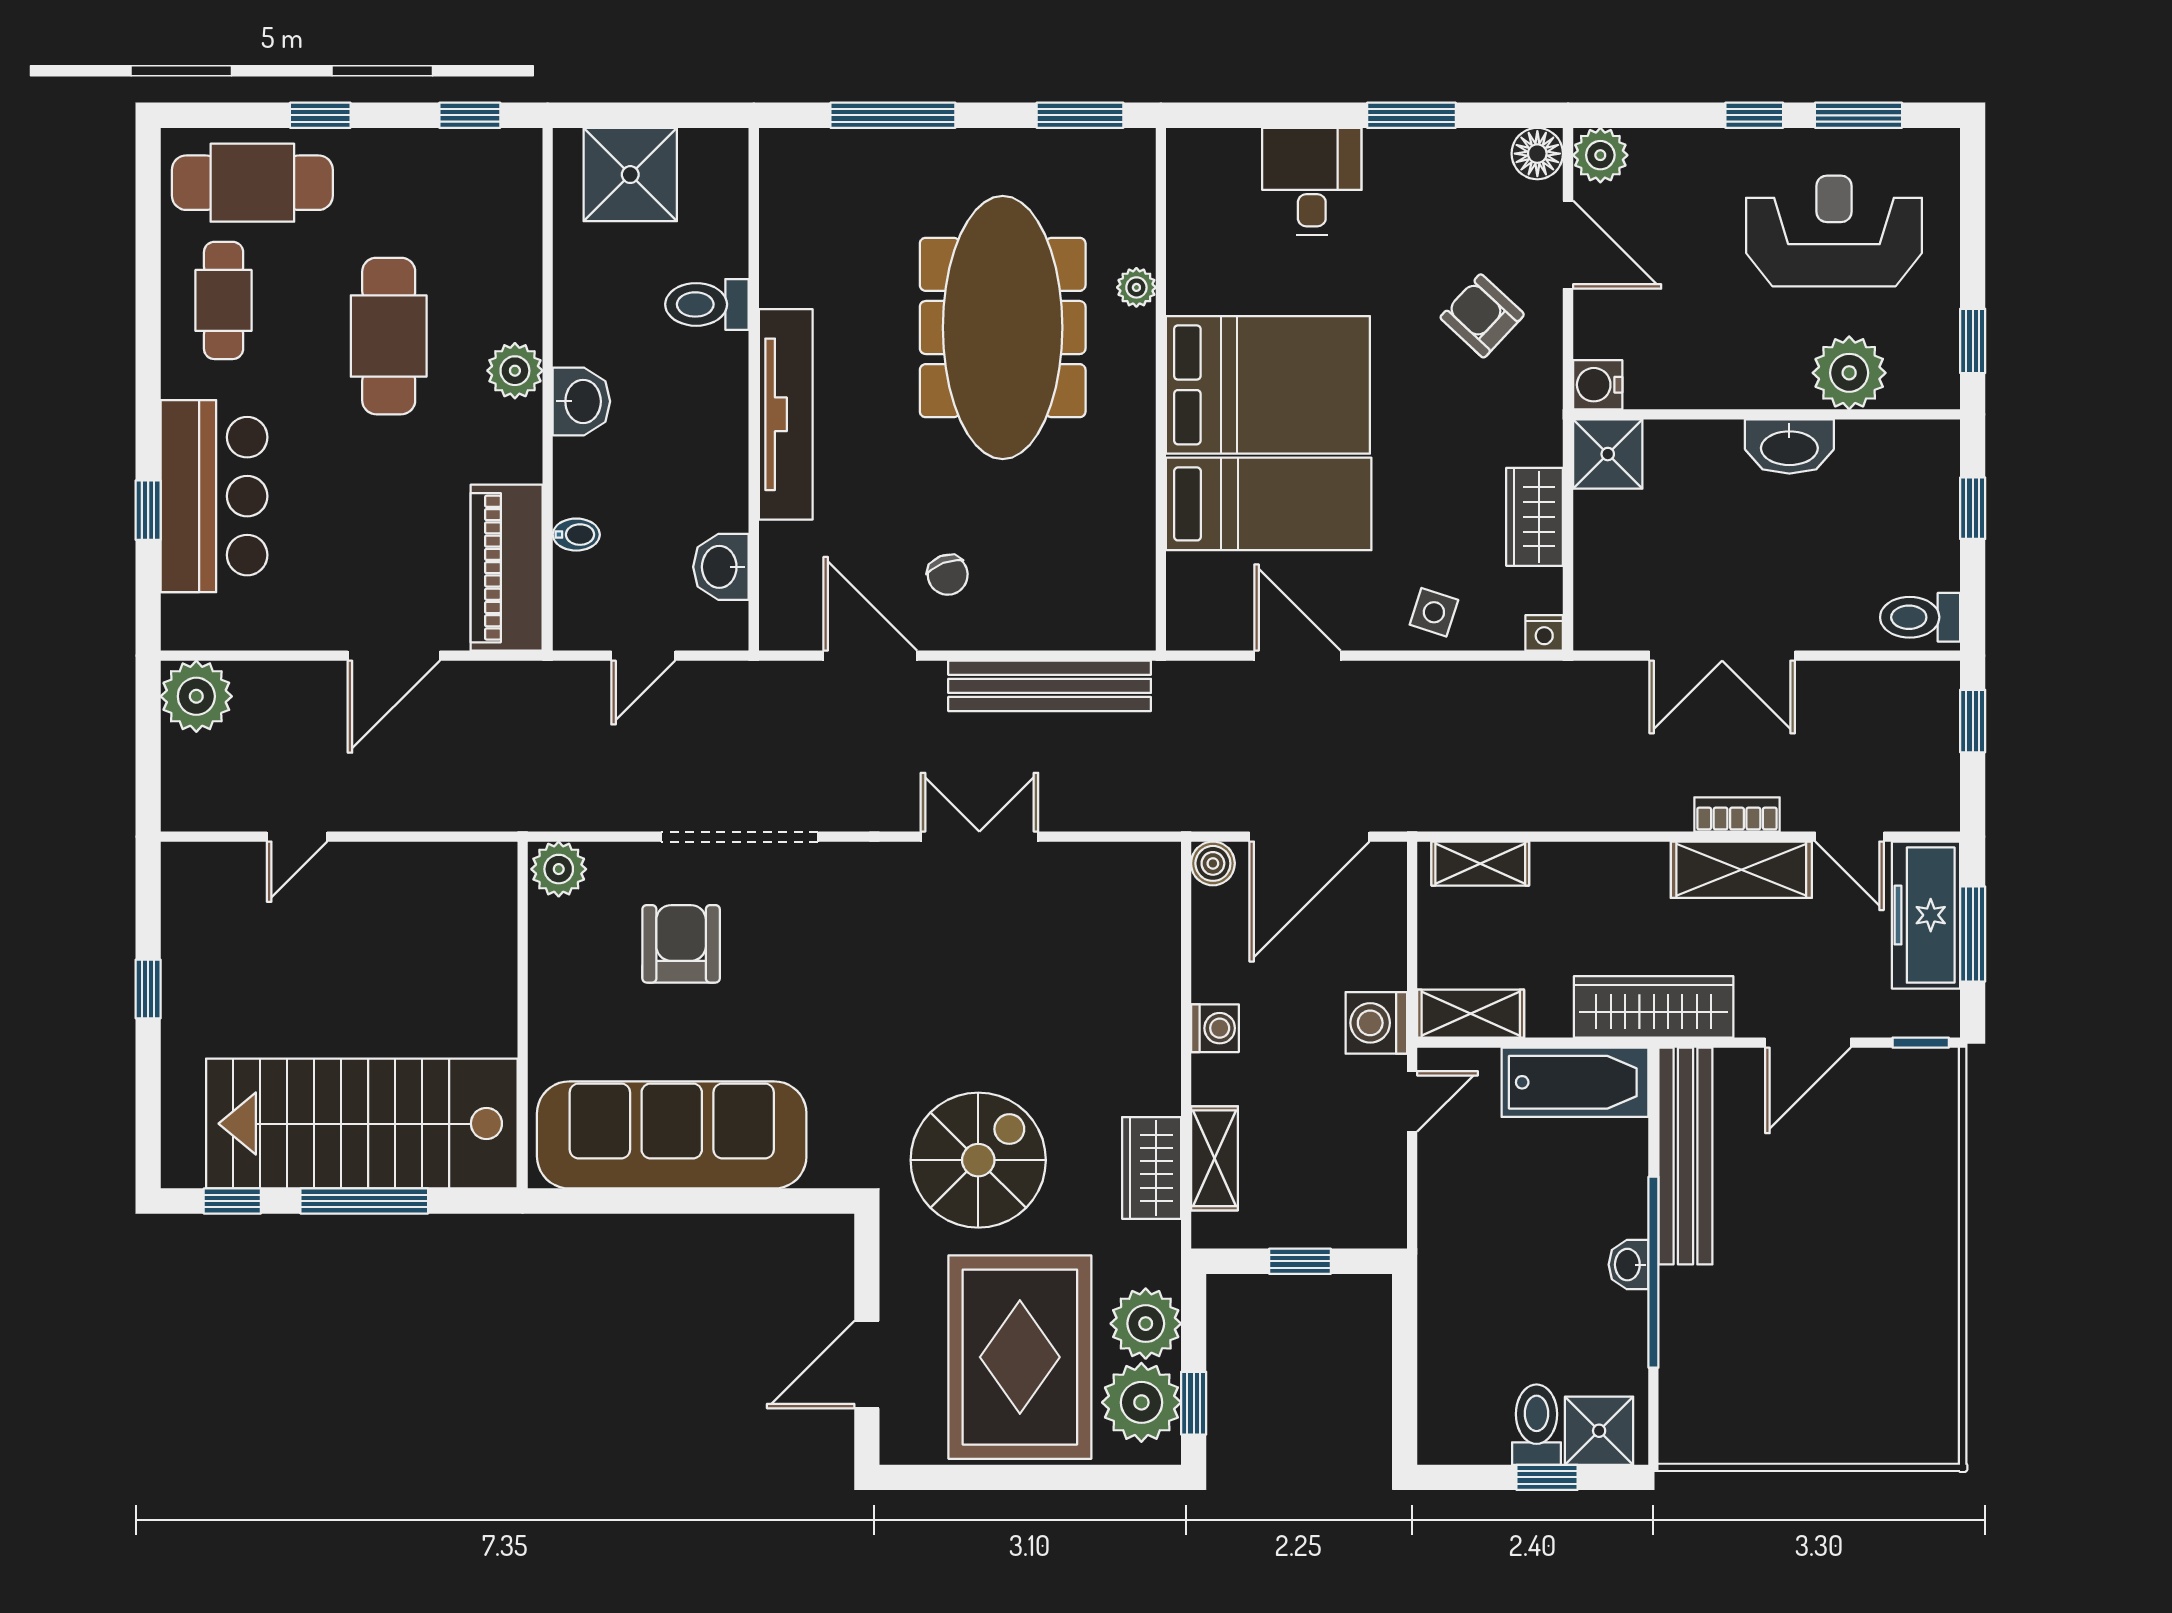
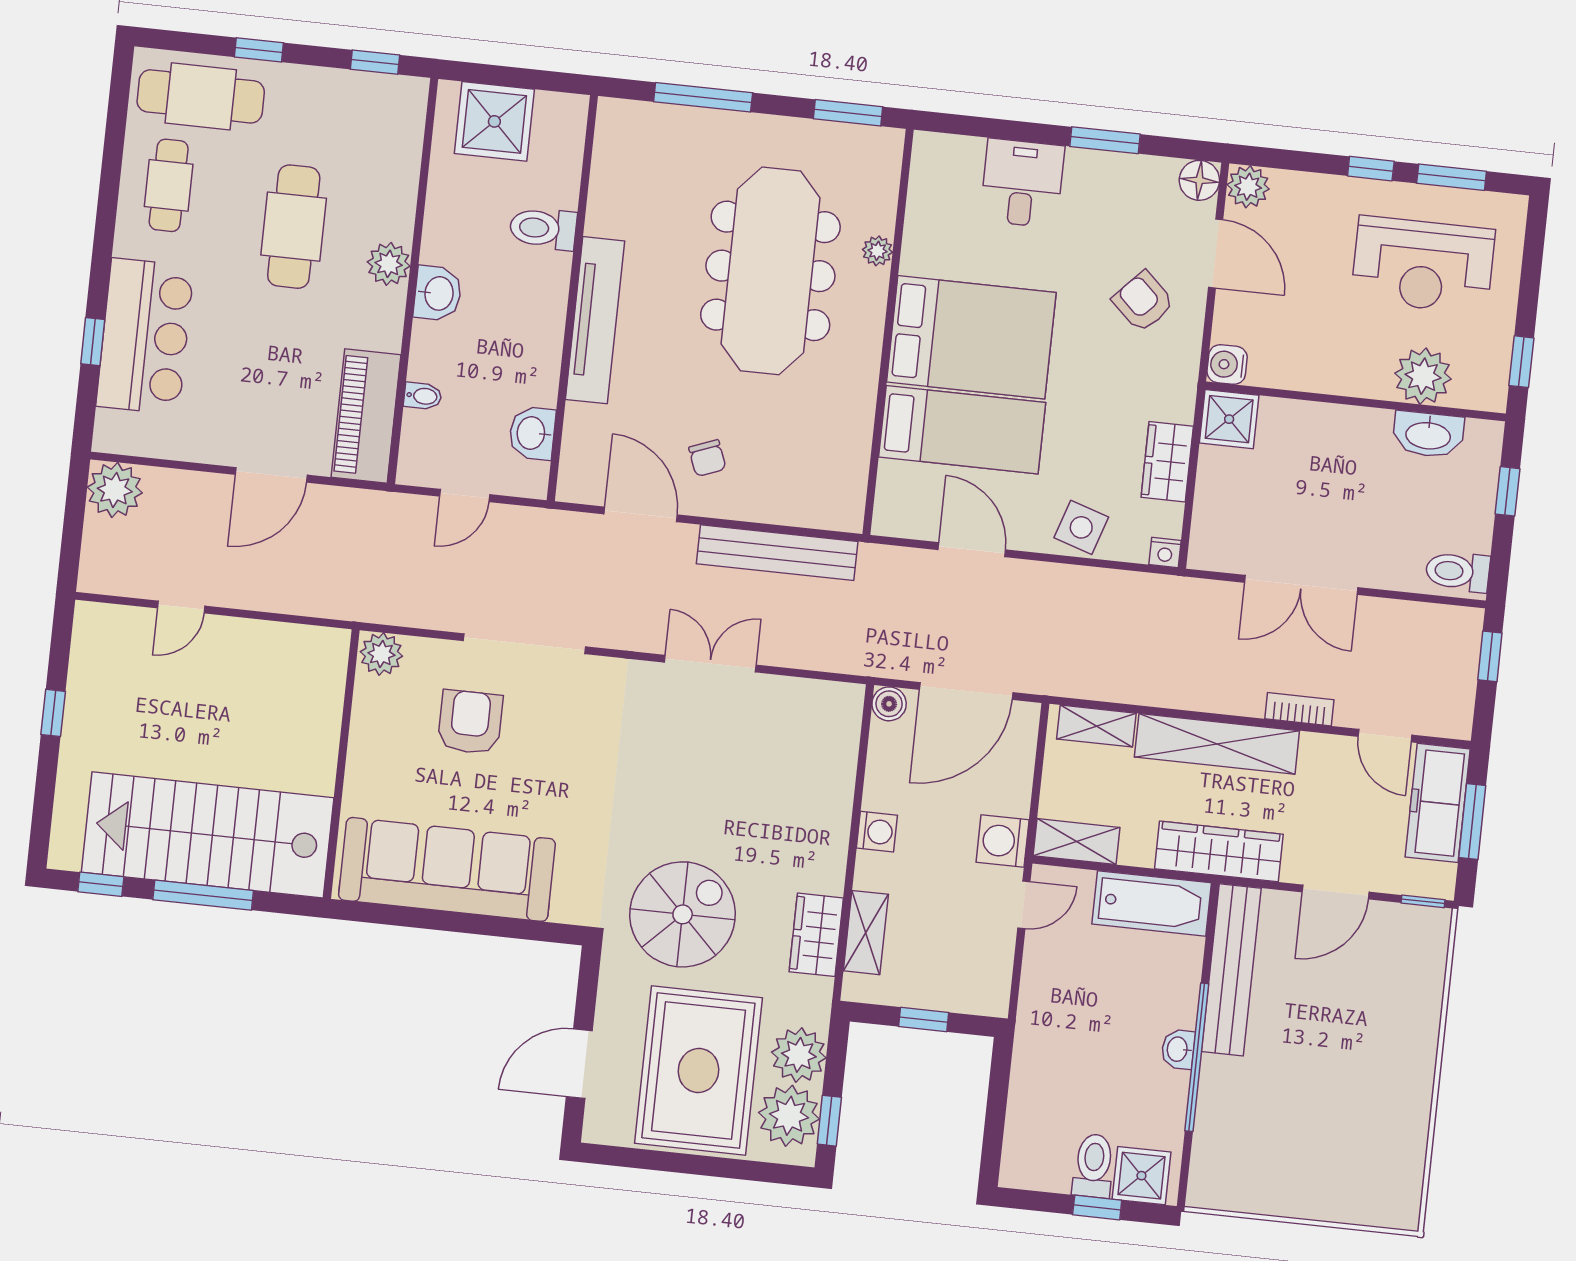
reception desk: (1834, 231) -> (1423, 265), turned 180
washbasin: (1789, 447) -> (1428, 435), moved
side table: (1434, 612) -> (1081, 527), width x1.37, depth x1.37
shelving: (1741, 870) -> (1217, 744), moved, width x1.47

